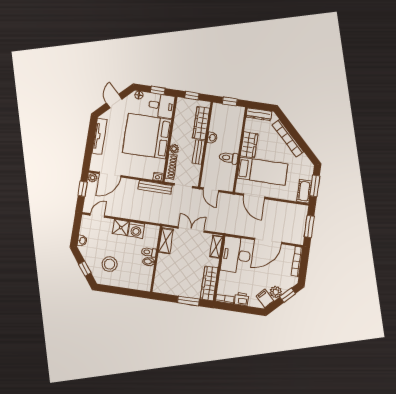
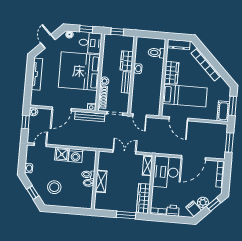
window: (230, 101) -> (152, 35), removed
wardrobe: (201, 123) -> (127, 61), width x0.67
toilet: (229, 158) -> (156, 53), moved
door: (110, 175) -> (62, 109), moved
shelving: (166, 241) -> (101, 181), moved

